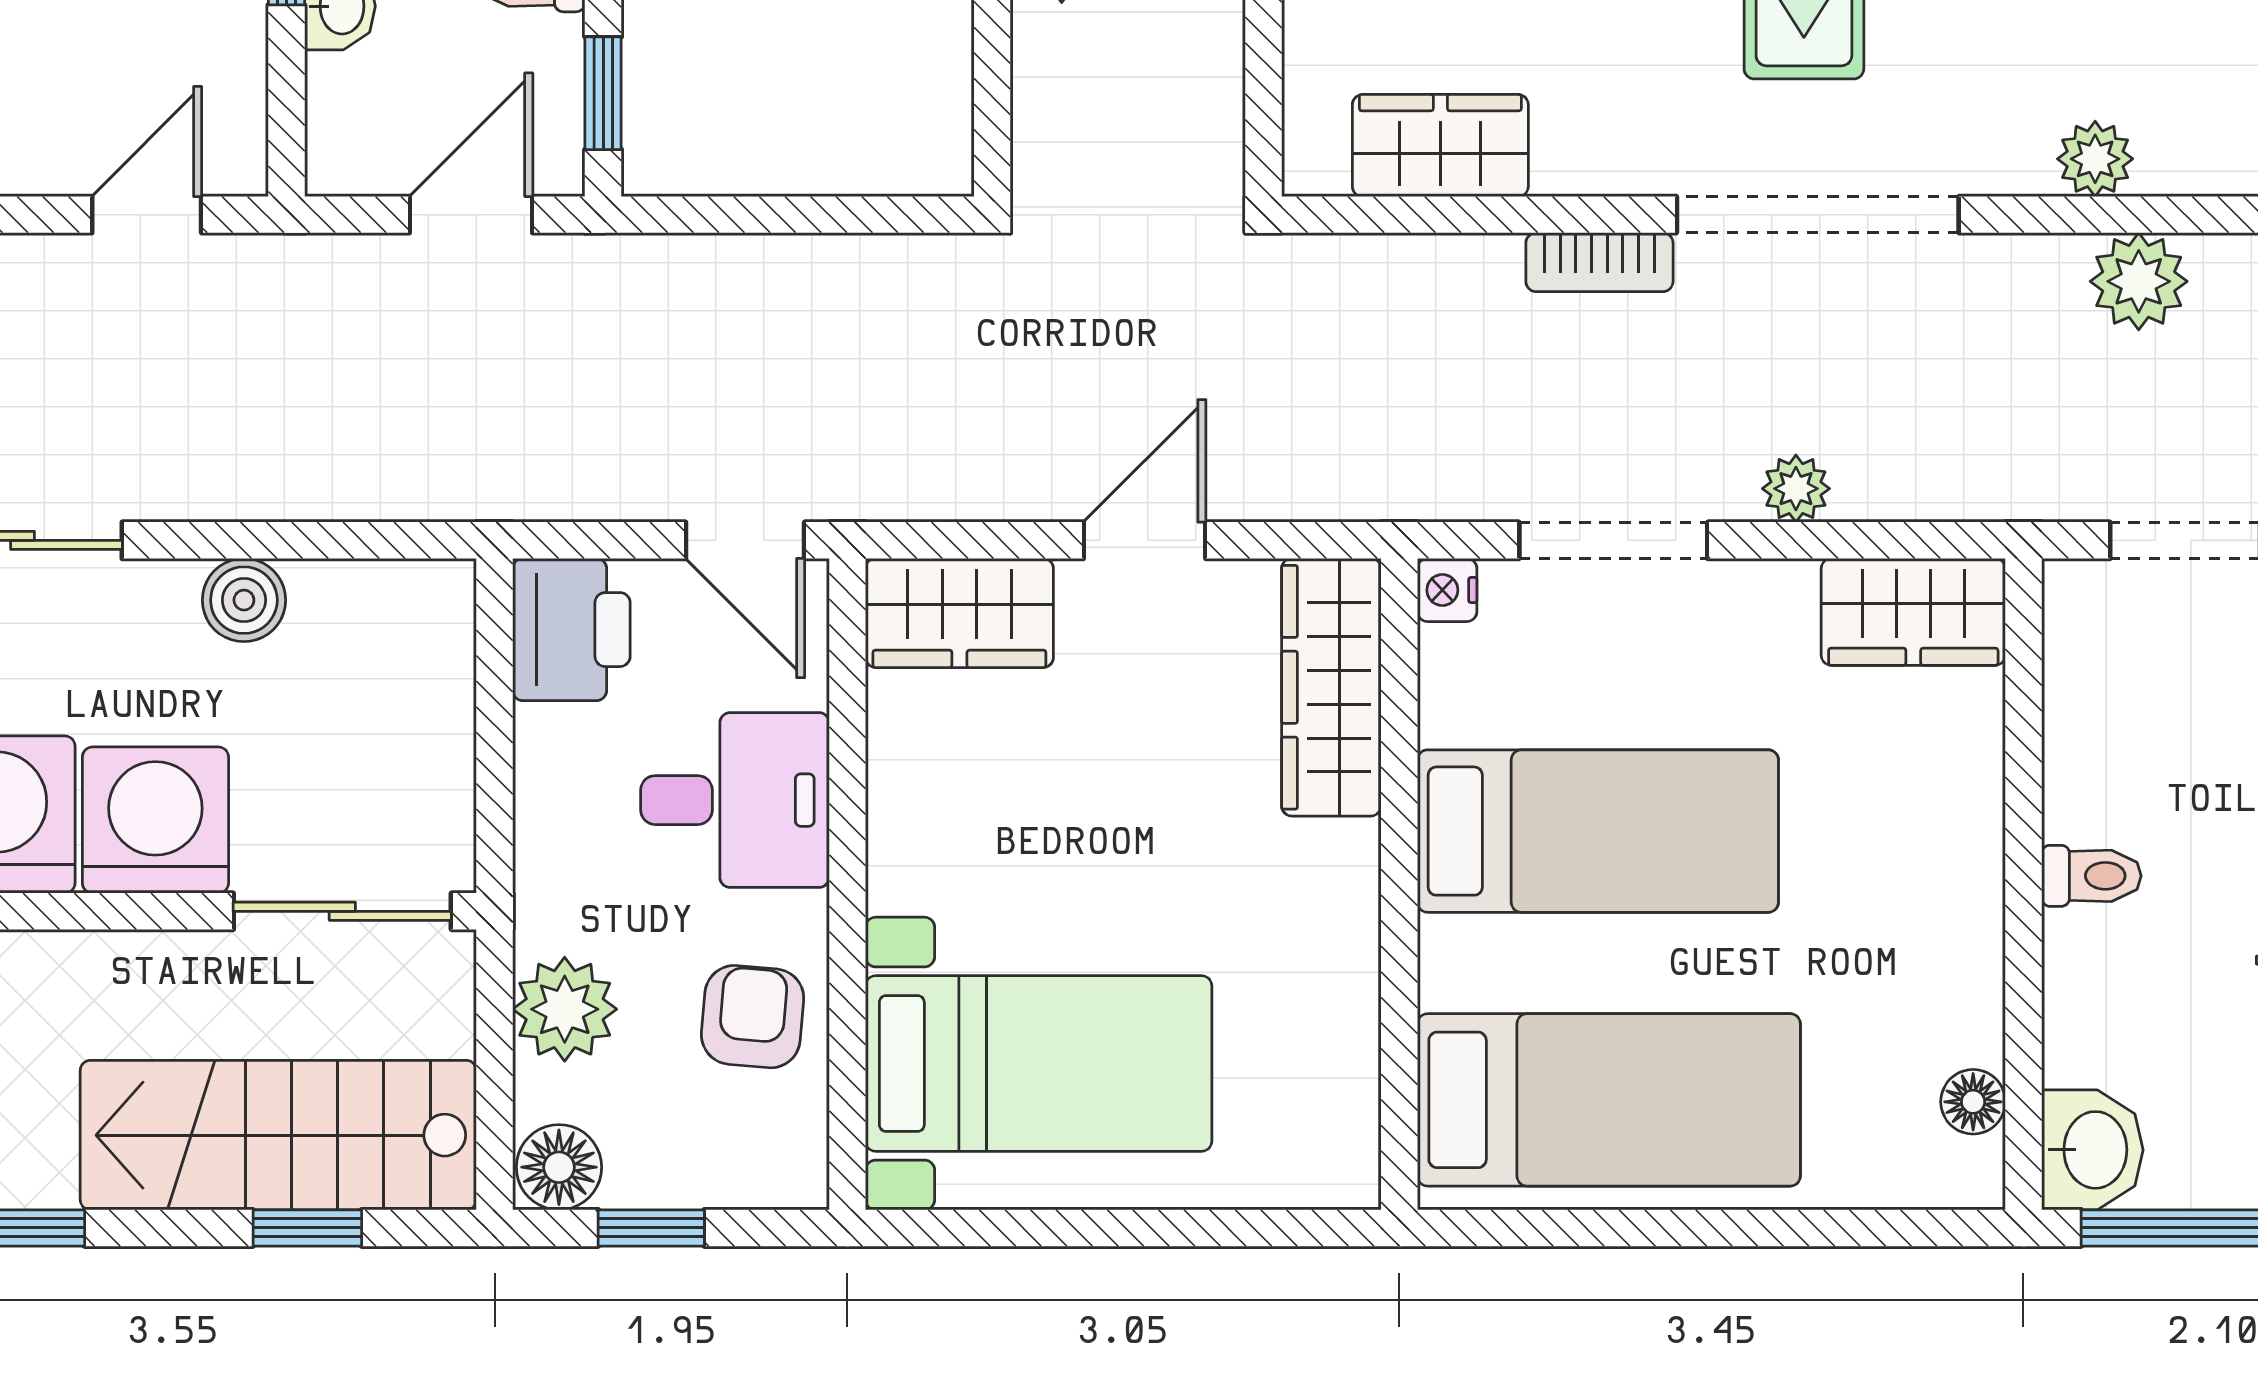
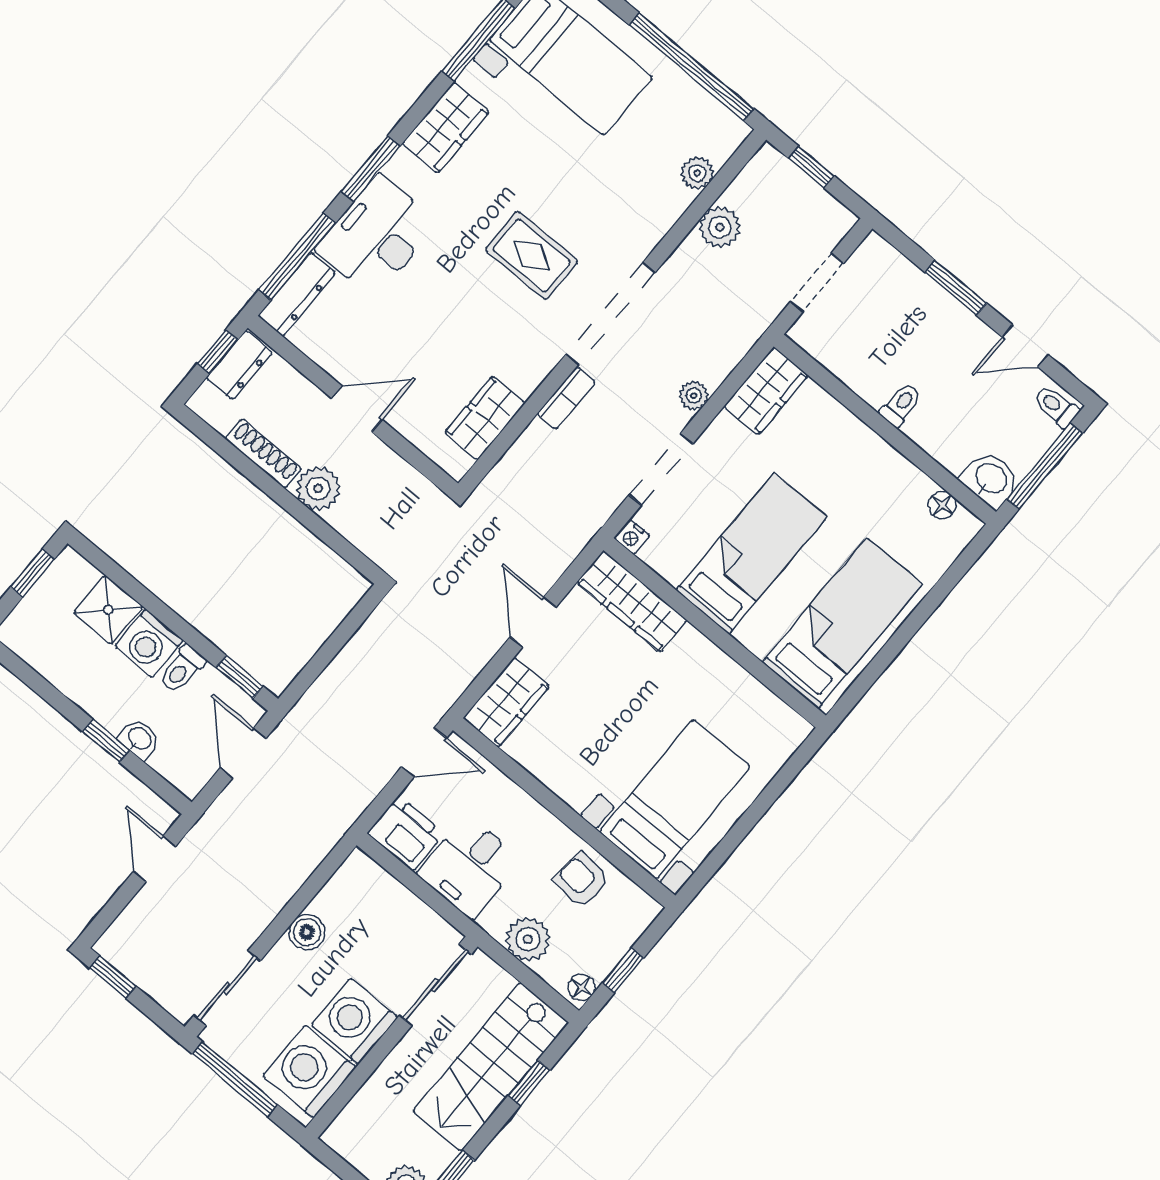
plant: (2095, 159) -> (697, 173), moved
desk: (735, 800) -> (470, 867), moved, turned 180
floor lamp: (559, 1167) -> (582, 987), width x0.73, depth x0.73

